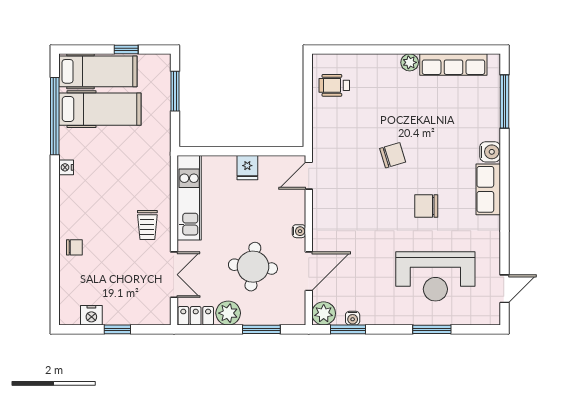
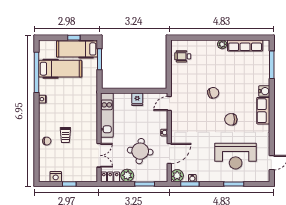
hospital bed: (98, 71) -> (77, 49), moved, turned 180
trolley: (147, 225) -> (65, 135), moved

